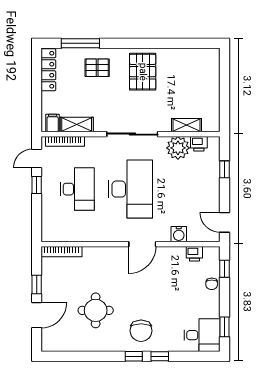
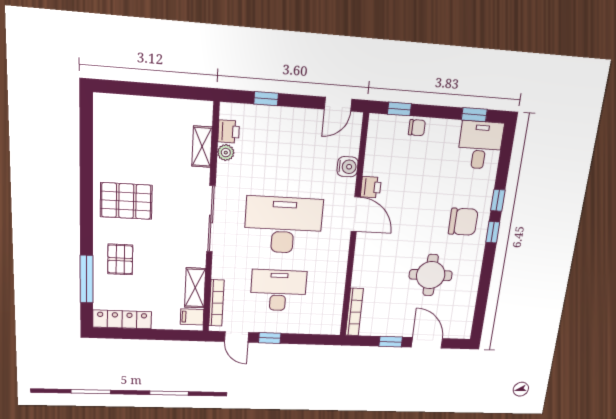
plant: (178, 148) -> (226, 153), width x0.53, depth x0.53
printer: (194, 254) -> (371, 187), moved

